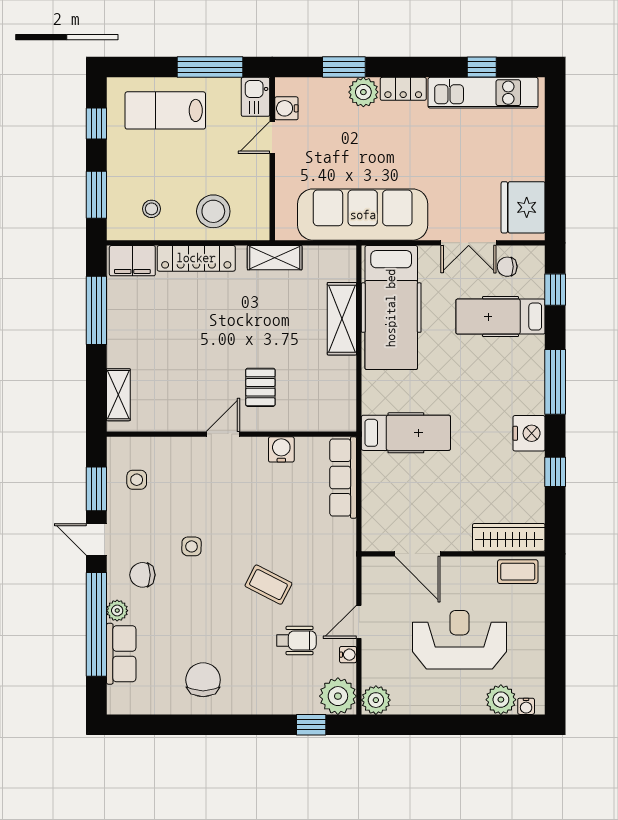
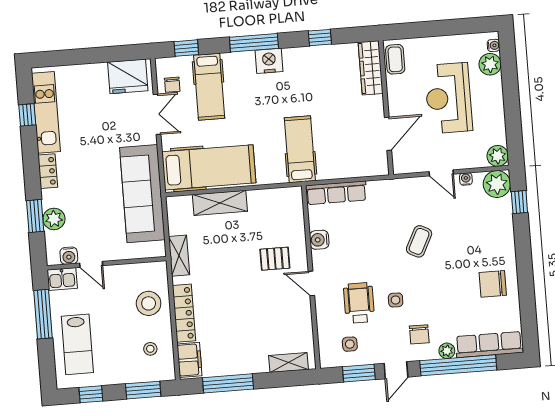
plant: (363, 92) -> (54, 219), moved
nightstand: (529, 433) -> (269, 61), moved
wheelchair: (296, 640) -> (359, 303), moved, width x1.36, depth x1.37
row of seats: (121, 654) -> (489, 345), width x1.48

